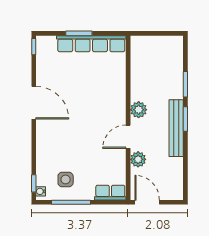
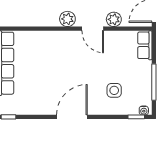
door: (34, 103) -> (72, 117), moved
side table: (66, 179) -> (114, 90), moved

